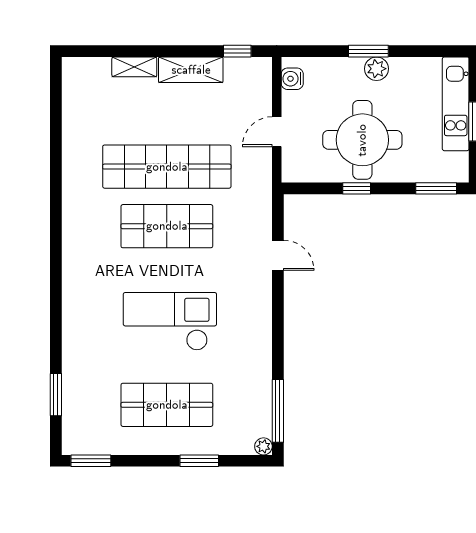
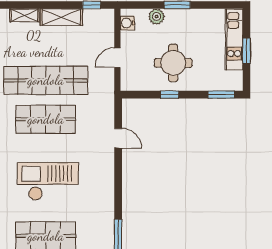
plant: (377, 69) -> (156, 16), moved
round table: (362, 140) -> (173, 63), width x0.73, depth x0.73

